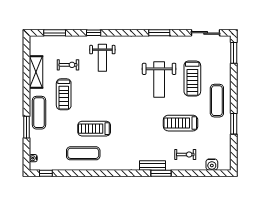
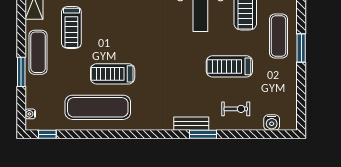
window: (234, 124) -> (301, 48), moved
exercise mat: (83, 153) -> (98, 107), width x1.36, depth x1.45

